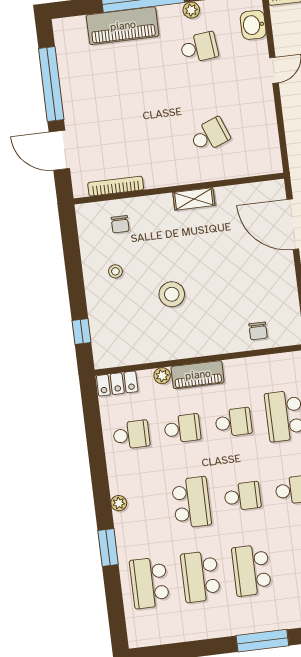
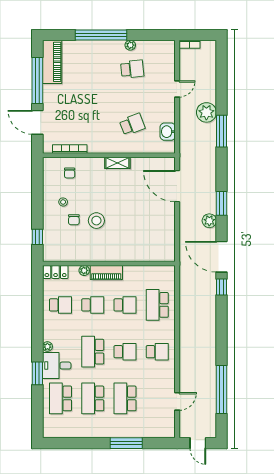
washbasin: (253, 25) -> (168, 132), moved
piano: (123, 26) -> (52, 62), moved, turned -90
chair: (258, 331) -> (74, 220), moved
school desk: (191, 502) -> (93, 352), turned 180
desk: (137, 531) -> (57, 366), added

